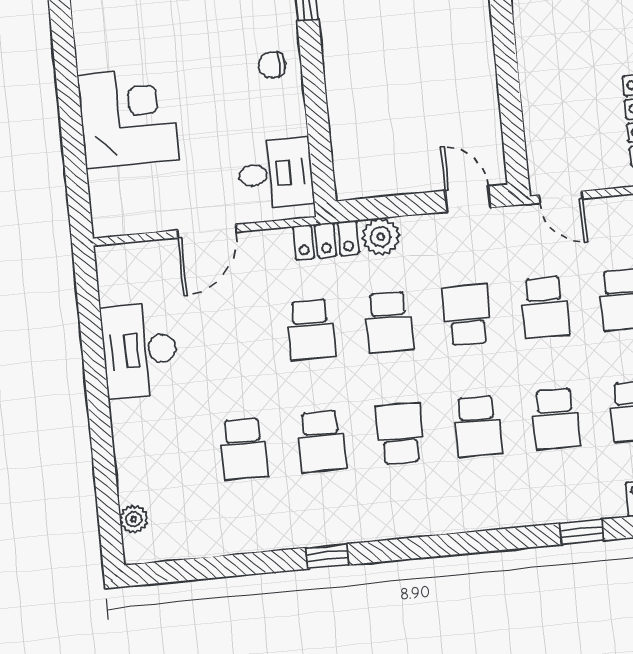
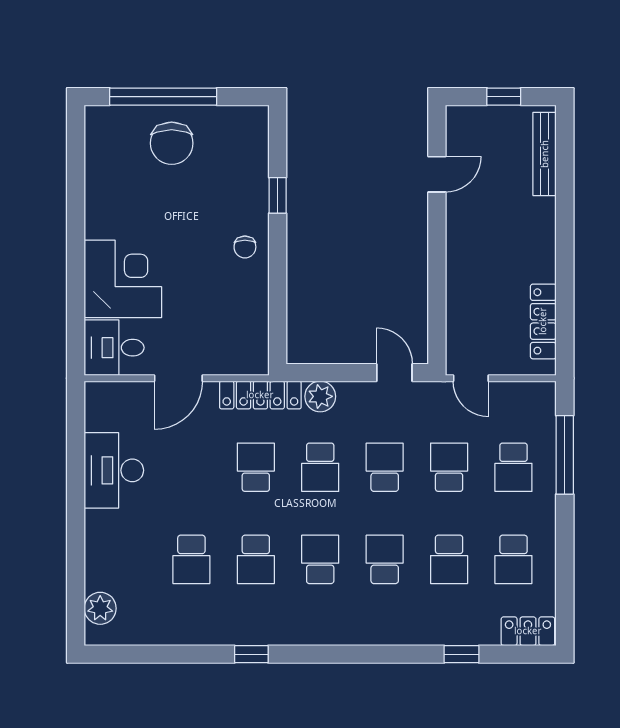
chair: (272, 65) -> (245, 247), turned -90
desk: (276, 173) -> (114, 348), moved, turned 180
locker: (326, 240) -> (260, 395), width x1.53
school desk: (545, 307) -> (449, 467), turned 180
school desk: (311, 330) -> (256, 467), turned 180
school desk: (478, 426) -> (385, 559), turned 180
plant: (134, 519) -> (100, 608), width x1.38, depth x1.38

